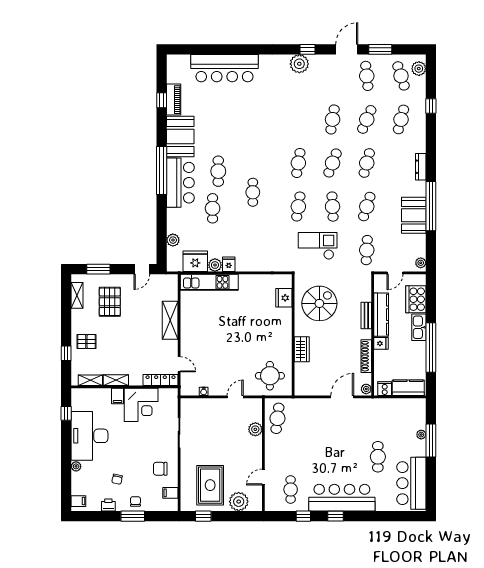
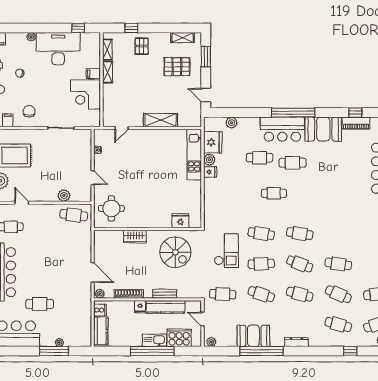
window: (431, 348) -> (152, 351), moved
locker: (161, 380) -> (108, 112), removed

